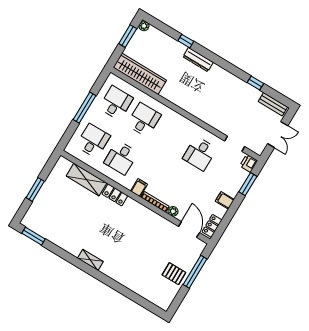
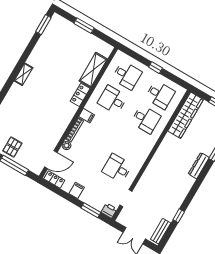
window: (85, 108) -> (156, 68), width x0.46

